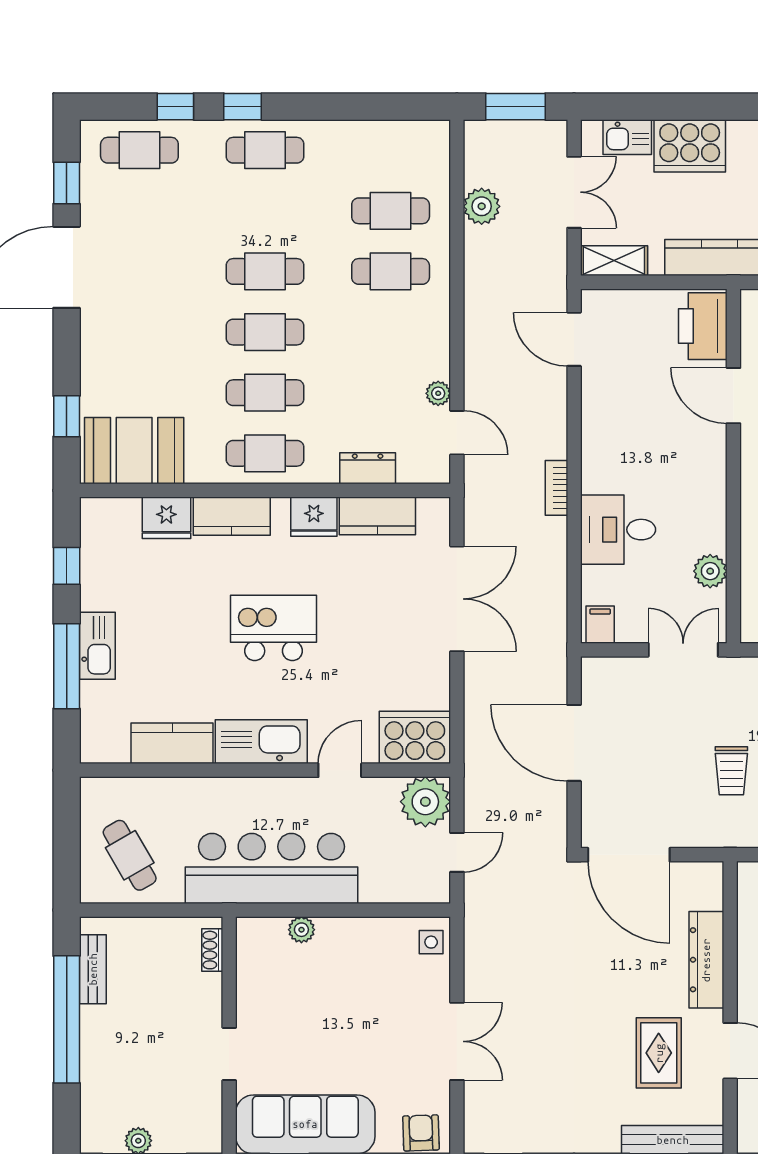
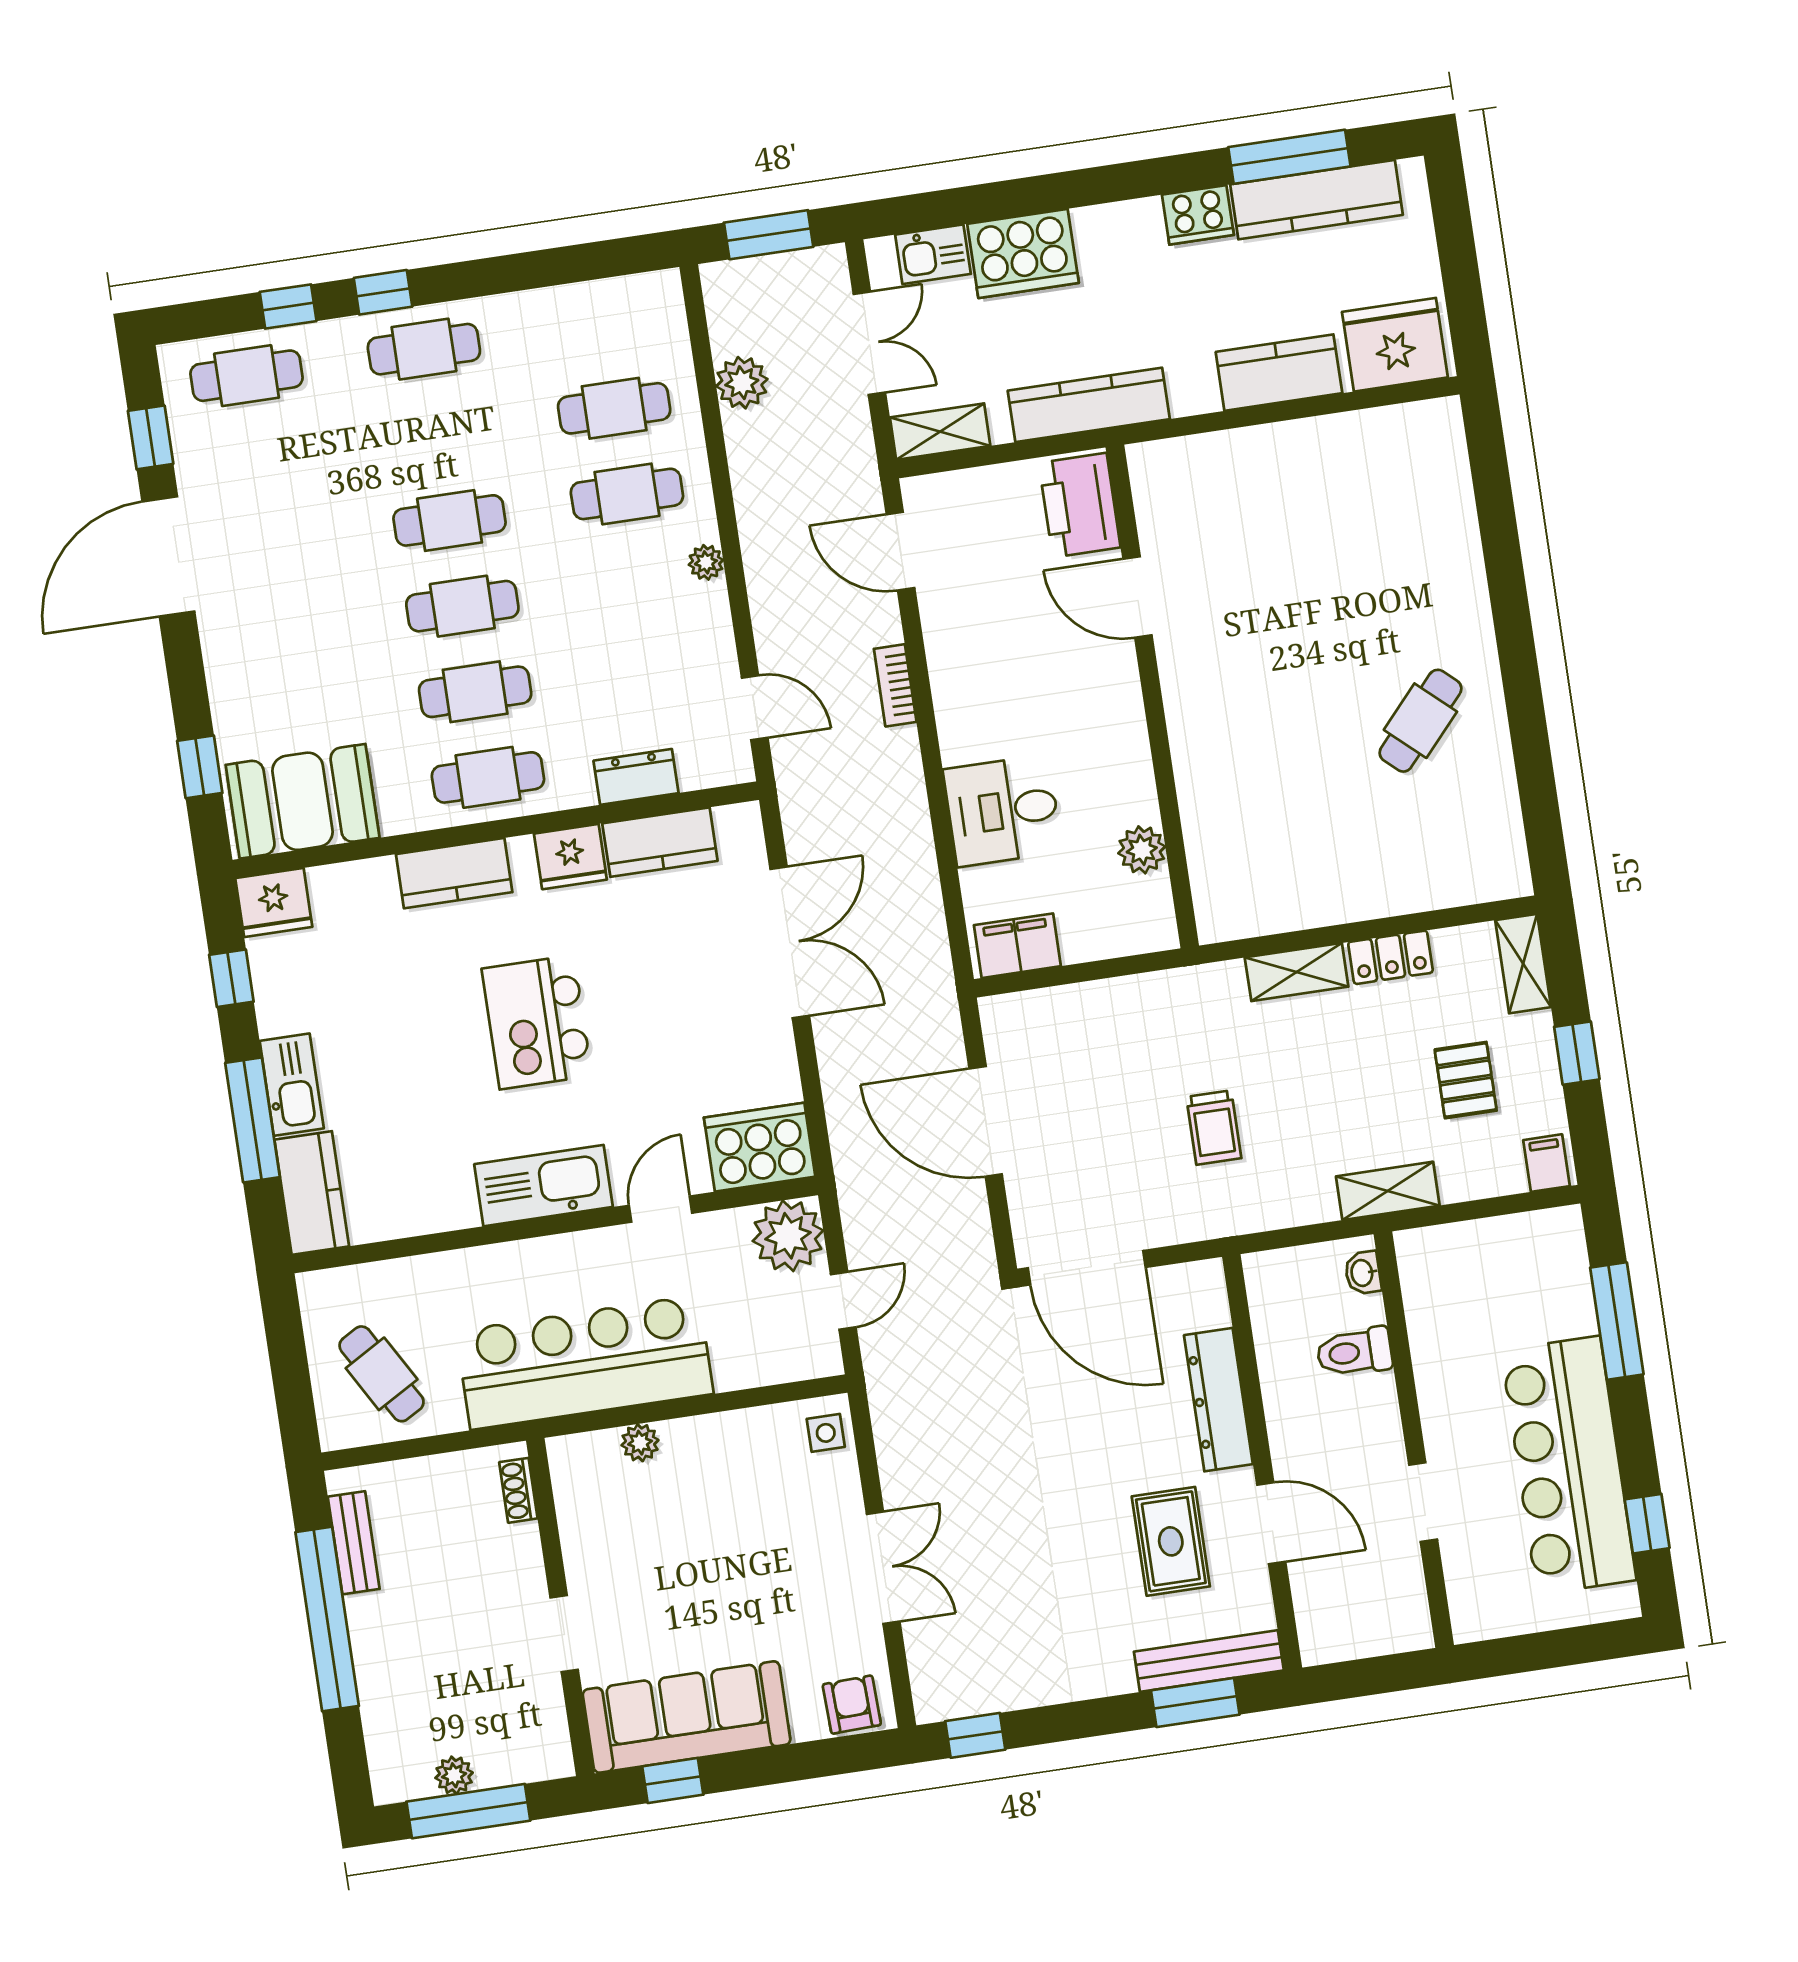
plant: (438, 393) -> (706, 562), moved
bookcase: (556, 488) -> (895, 685), moved
fridge: (166, 518) -> (274, 902), moved
filing cabinet: (600, 625) -> (1017, 946), width x2.00
kitchen island: (274, 628) -> (537, 1022), turned -90
double door: (683, 650) -> (1120, 967), removed
kitchen counter: (172, 743) -> (312, 1193), moved, turned 90

